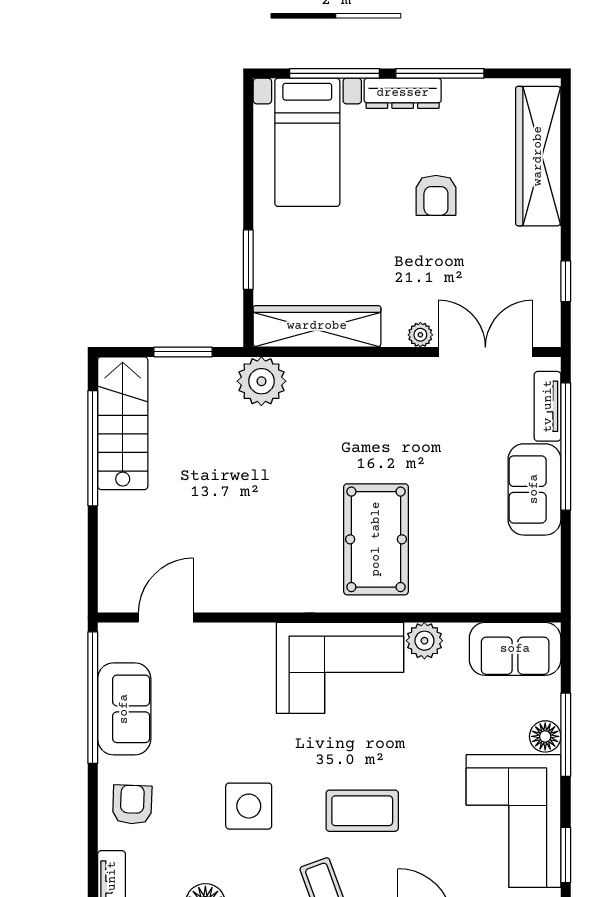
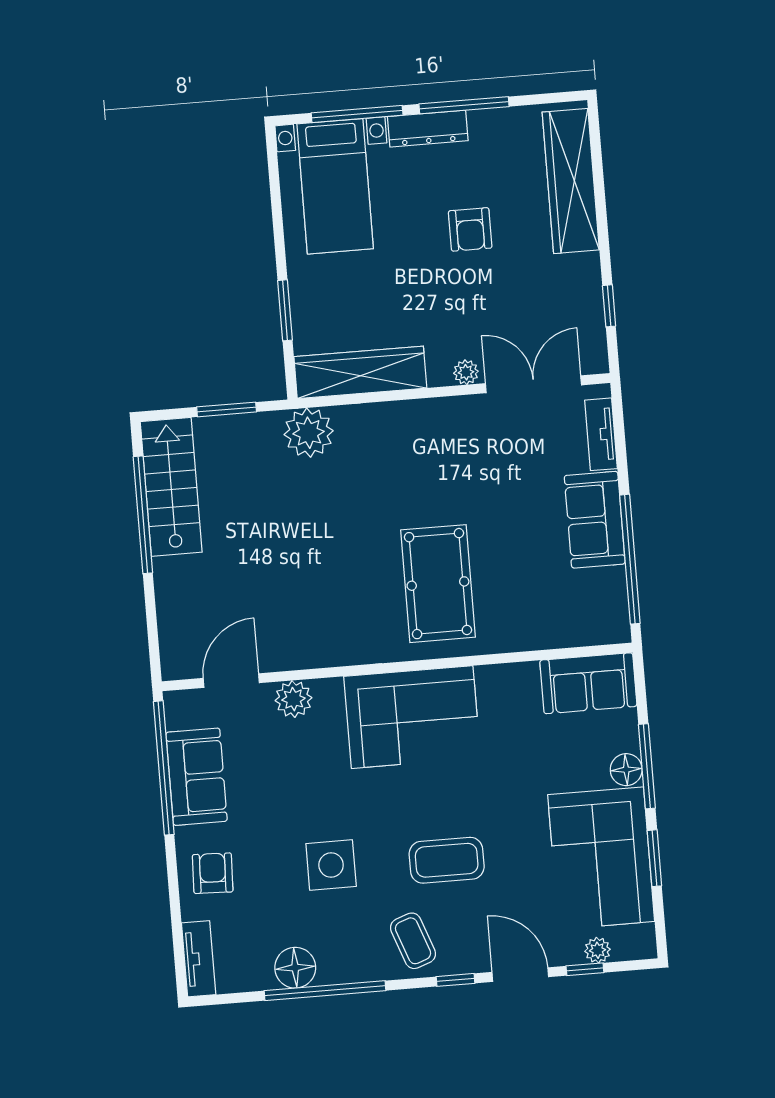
window: (566, 447) -> (630, 559), moved
plant: (424, 641) -> (293, 699), moved
window: (566, 855) -> (654, 858), moved

